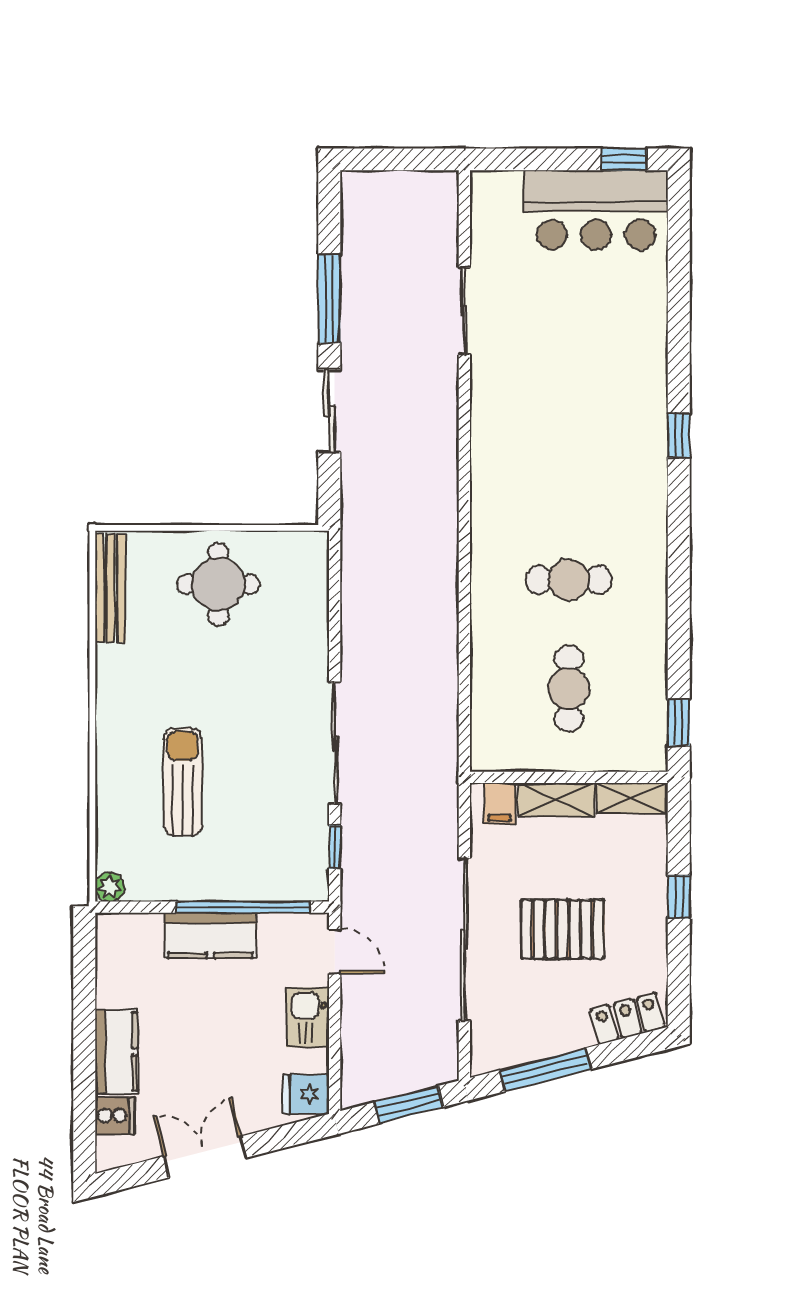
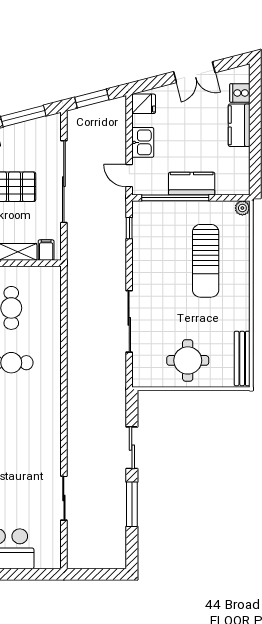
sliding door: (335, 743) -> (129, 321), moved
sun lounger: (183, 782) -> (206, 261), width x1.36, depth x1.34

